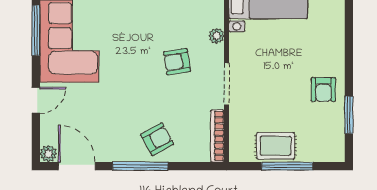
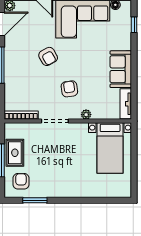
armchair: (323, 89) -> (21, 181), moved, turned 90
armchair: (157, 139) -> (48, 56), moved

